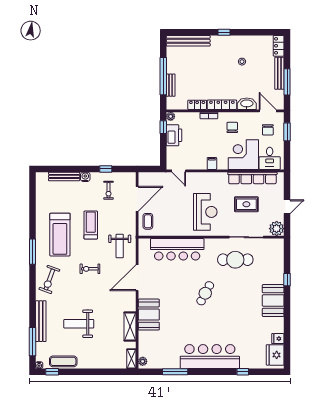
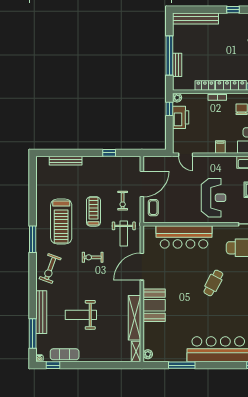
water cooler: (85, 177) -> (88, 161), removed
exercise bike: (109, 190) -> (123, 201), moved
shelving: (130, 327) -> (135, 318), width x1.47

